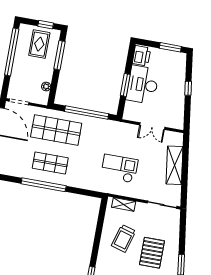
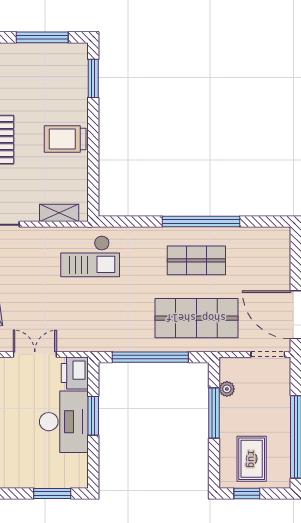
window: (170, 47) -> (52, 494), moved
window: (59, 55) -> (214, 413), moved
printer: (141, 56) -> (75, 373), moved
checkout: (119, 168) -> (90, 256), moved
trolley: (124, 238) -> (65, 139), moved, turned -106

